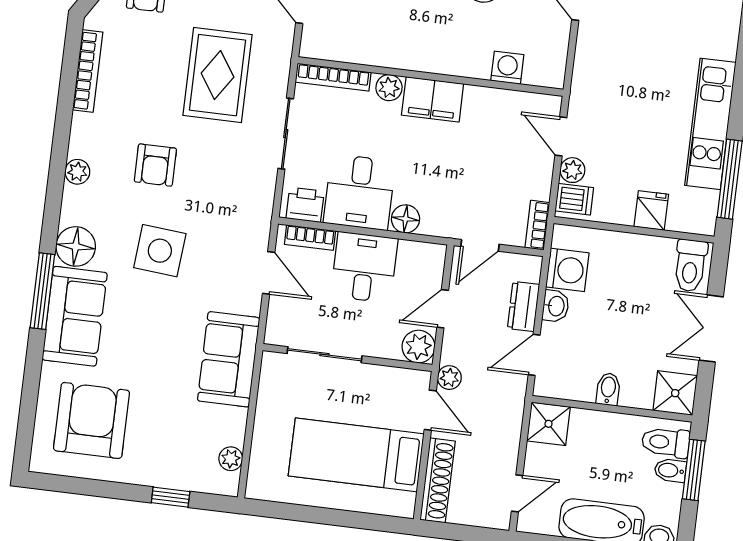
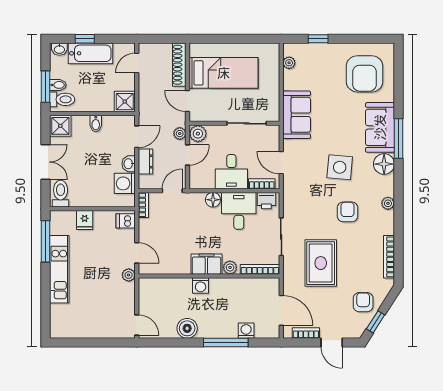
washing machine: (507, 68) -> (201, 286), moved
plant: (572, 170) -> (129, 275), moved
plant: (449, 378) -> (180, 134), moved

